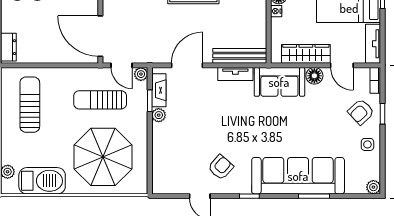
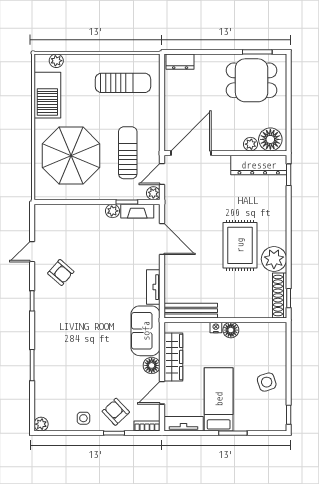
bench: (240, 56) -> (191, 311), moved, turned 90
sofa: (298, 176) -> (52, 349), removed

